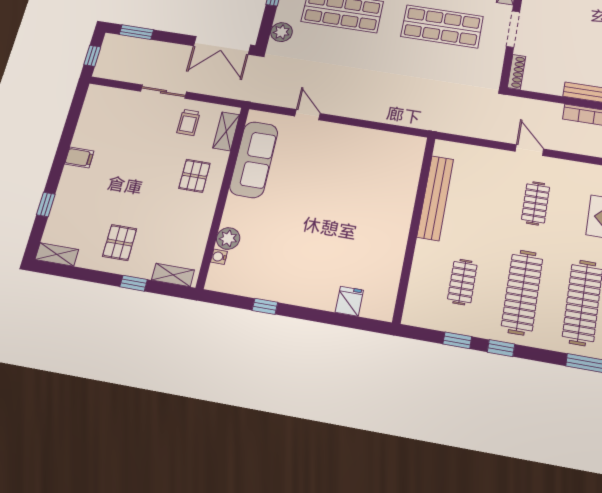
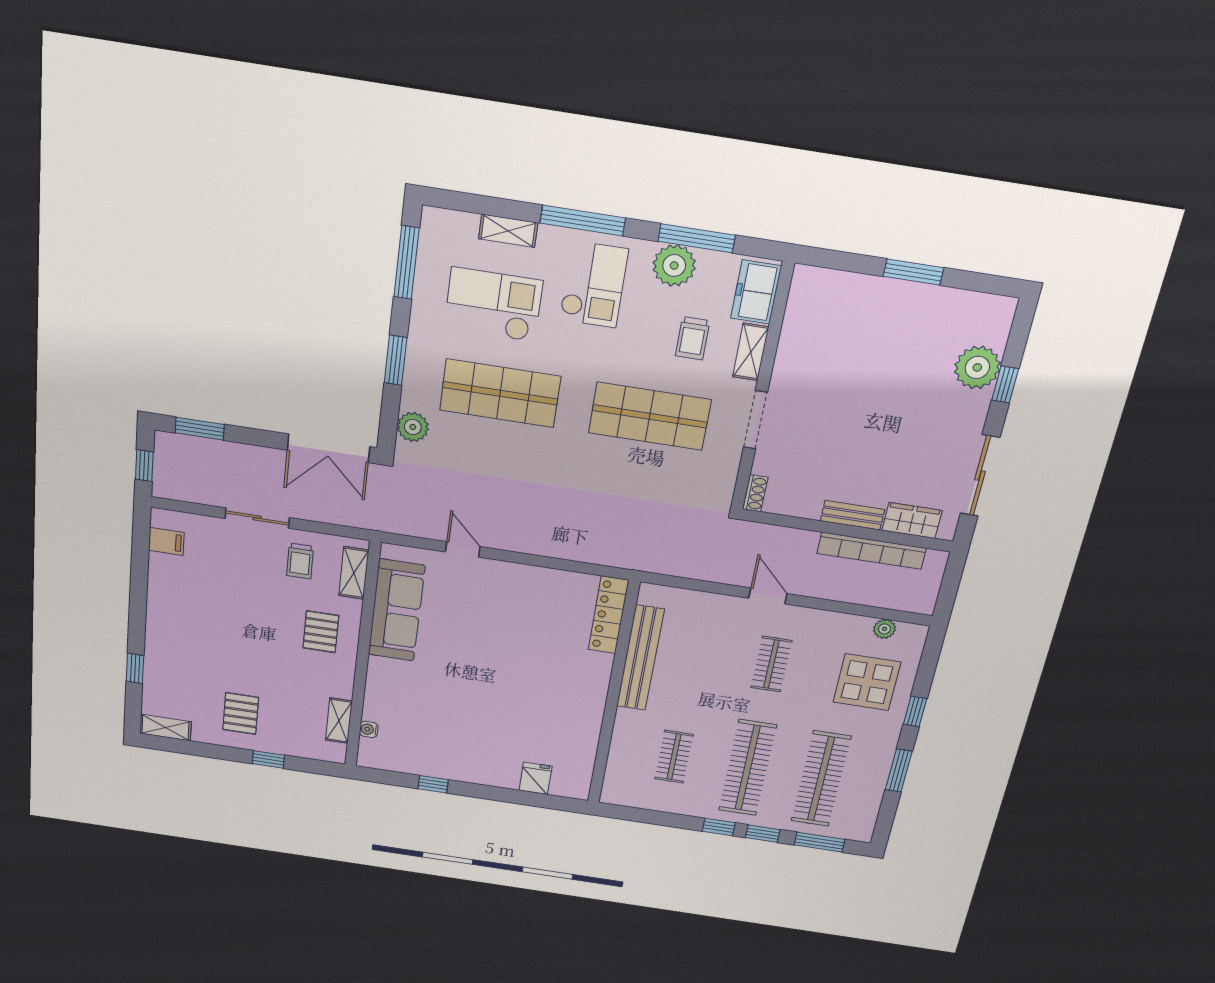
shoe rack: (517, 72) -> (755, 493), width x0.70
filing cabinet: (79, 158) -> (166, 541), moved
locker: (412, 164) -> (609, 615), added
plant: (228, 238) -> (377, 708), removed
shelving: (173, 275) -> (339, 721), moved, turned 90
window: (457, 340) -> (763, 834), moved

